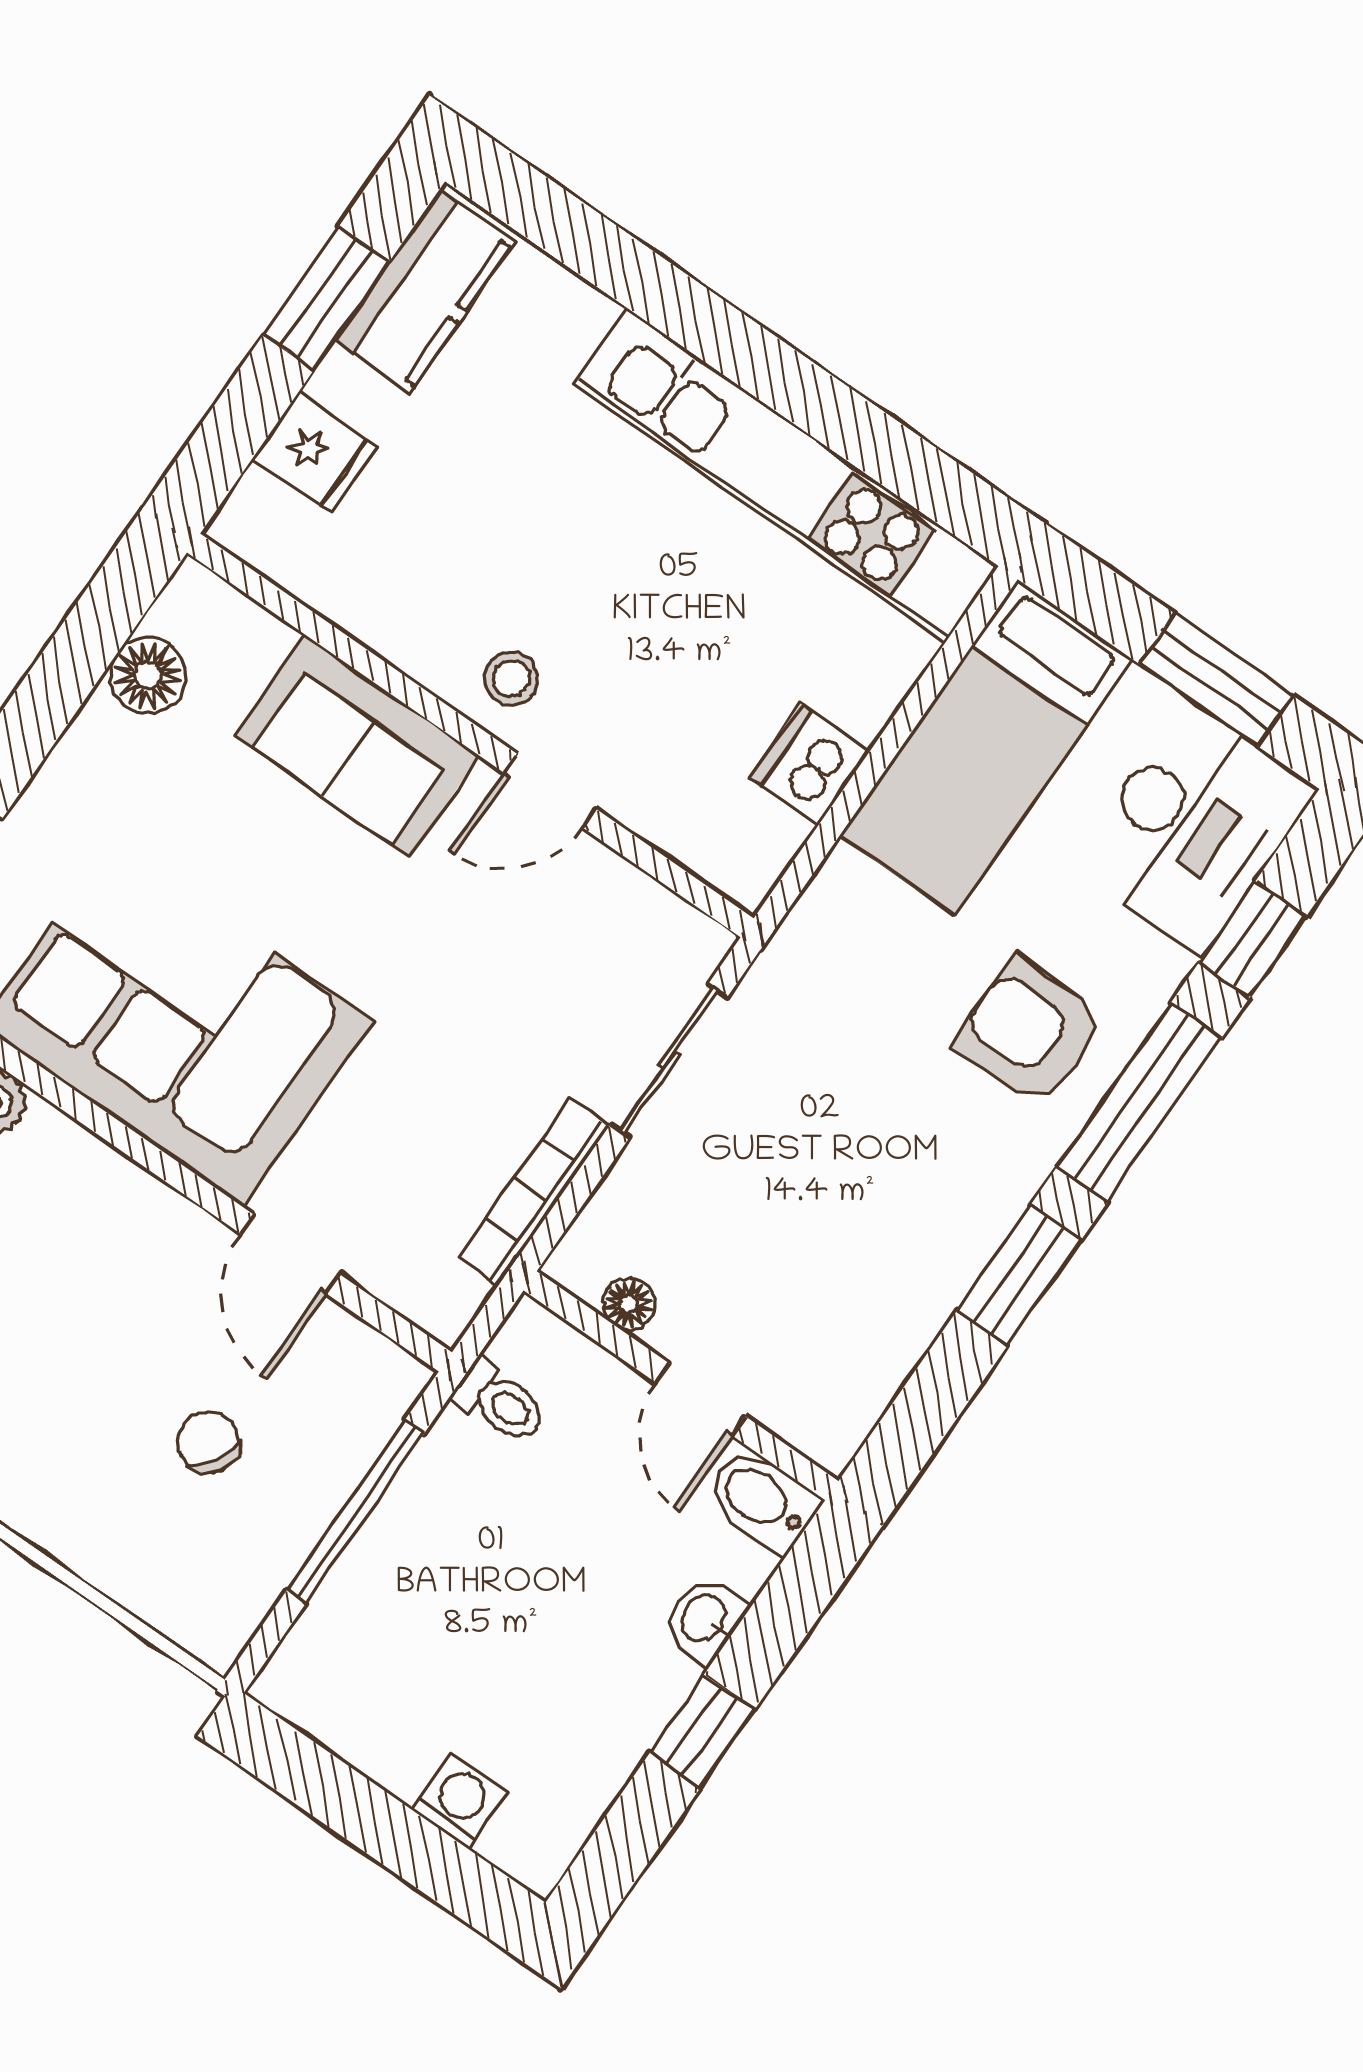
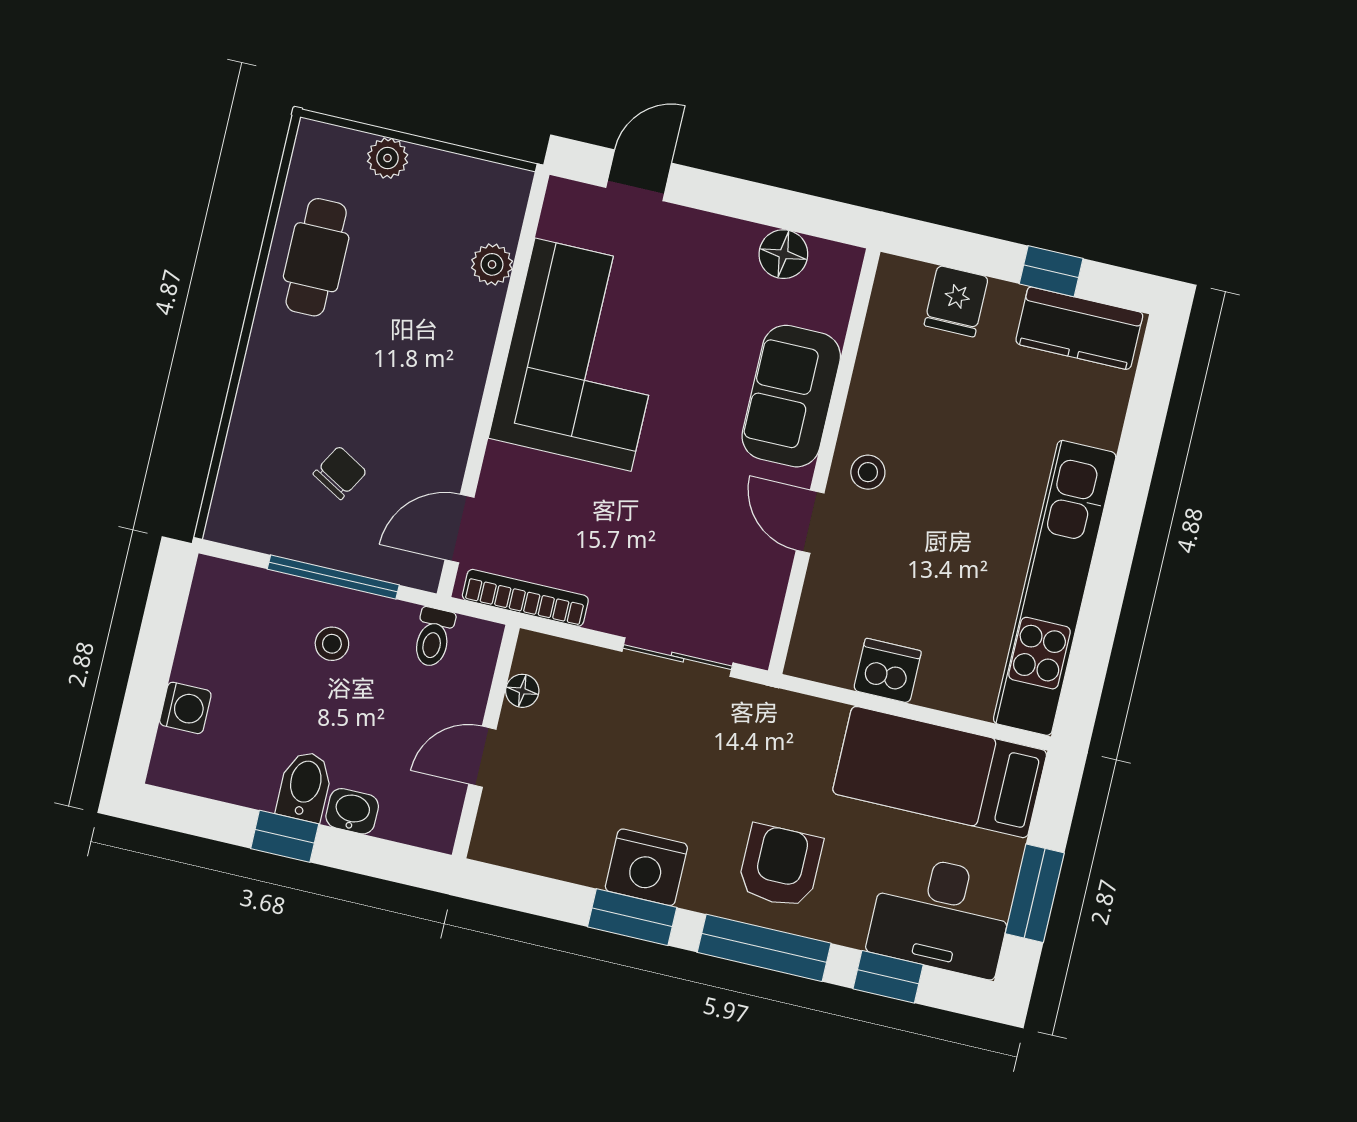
window: (326, 298) -> (1051, 271), width x0.67
bookcase: (533, 1192) -> (525, 598), moved
nightstand: (955, 1226) -> (646, 867), added
door: (290, 1254) -> (460, 528), moved
bidet: (762, 1500) -> (305, 786), moved
stool: (451, 1552) -> (332, 644), added

